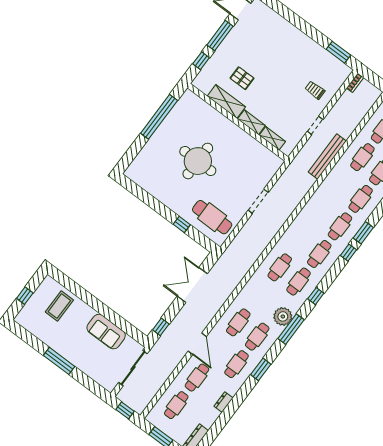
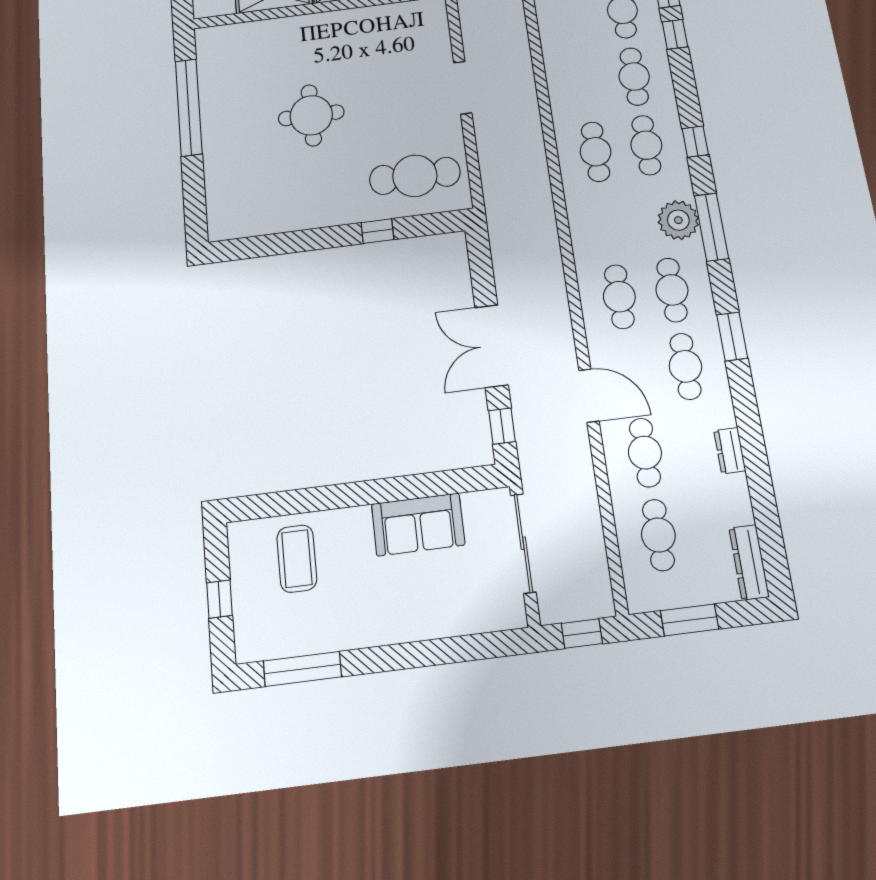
round table: (198, 161) -> (311, 115), width x0.73, depth x0.73
double door: (192, 285) -> (491, 346), moved
window: (59, 361) -> (302, 669), moved

